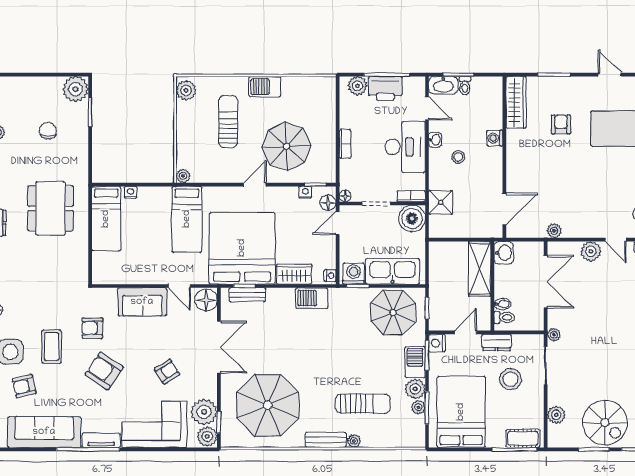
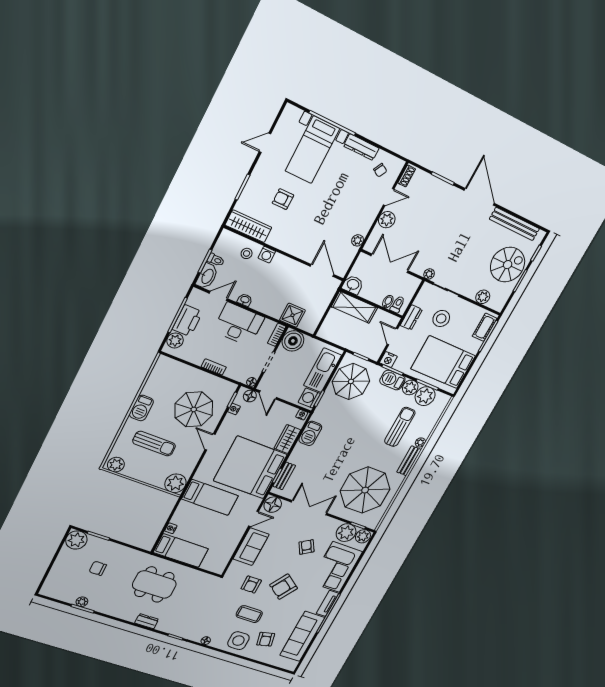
sun lounger: (228, 121) -> (154, 444), turned 180
stool: (458, 157) -> (247, 253), moved
plant: (183, 176) -> (175, 483), width x1.88, depth x1.88
plant: (418, 407) -> (425, 396), width x1.88, depth x1.88

